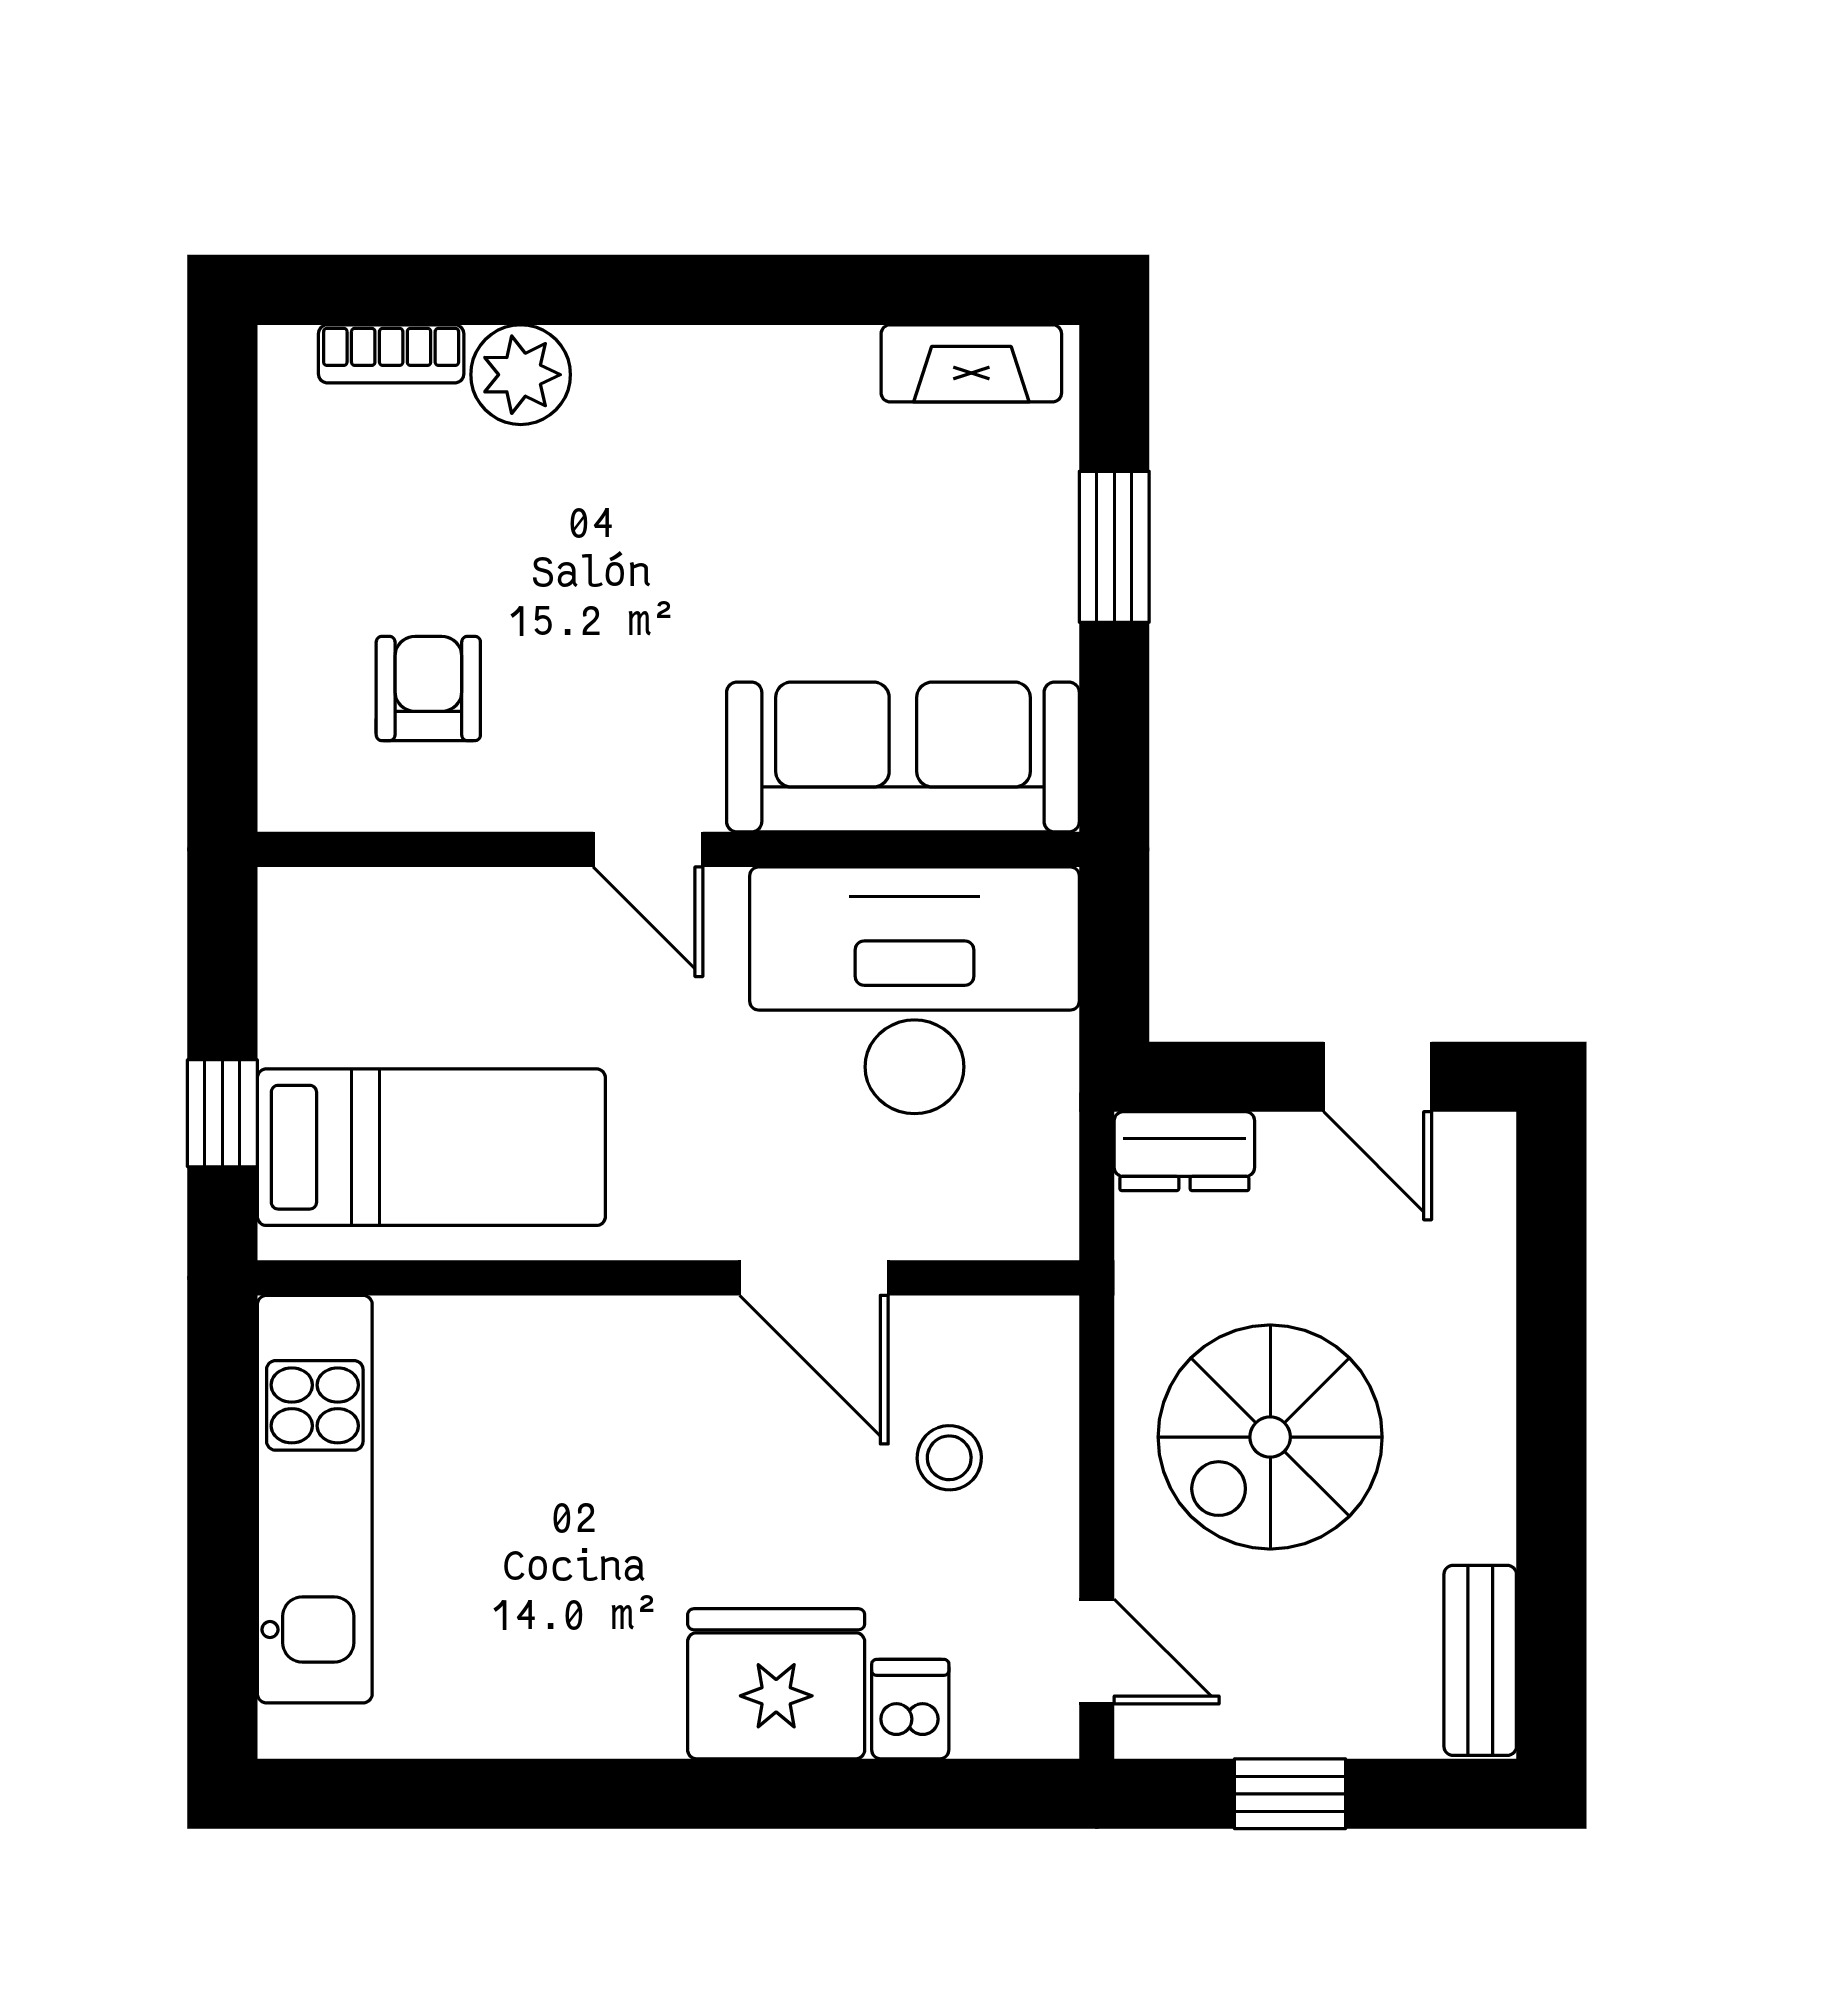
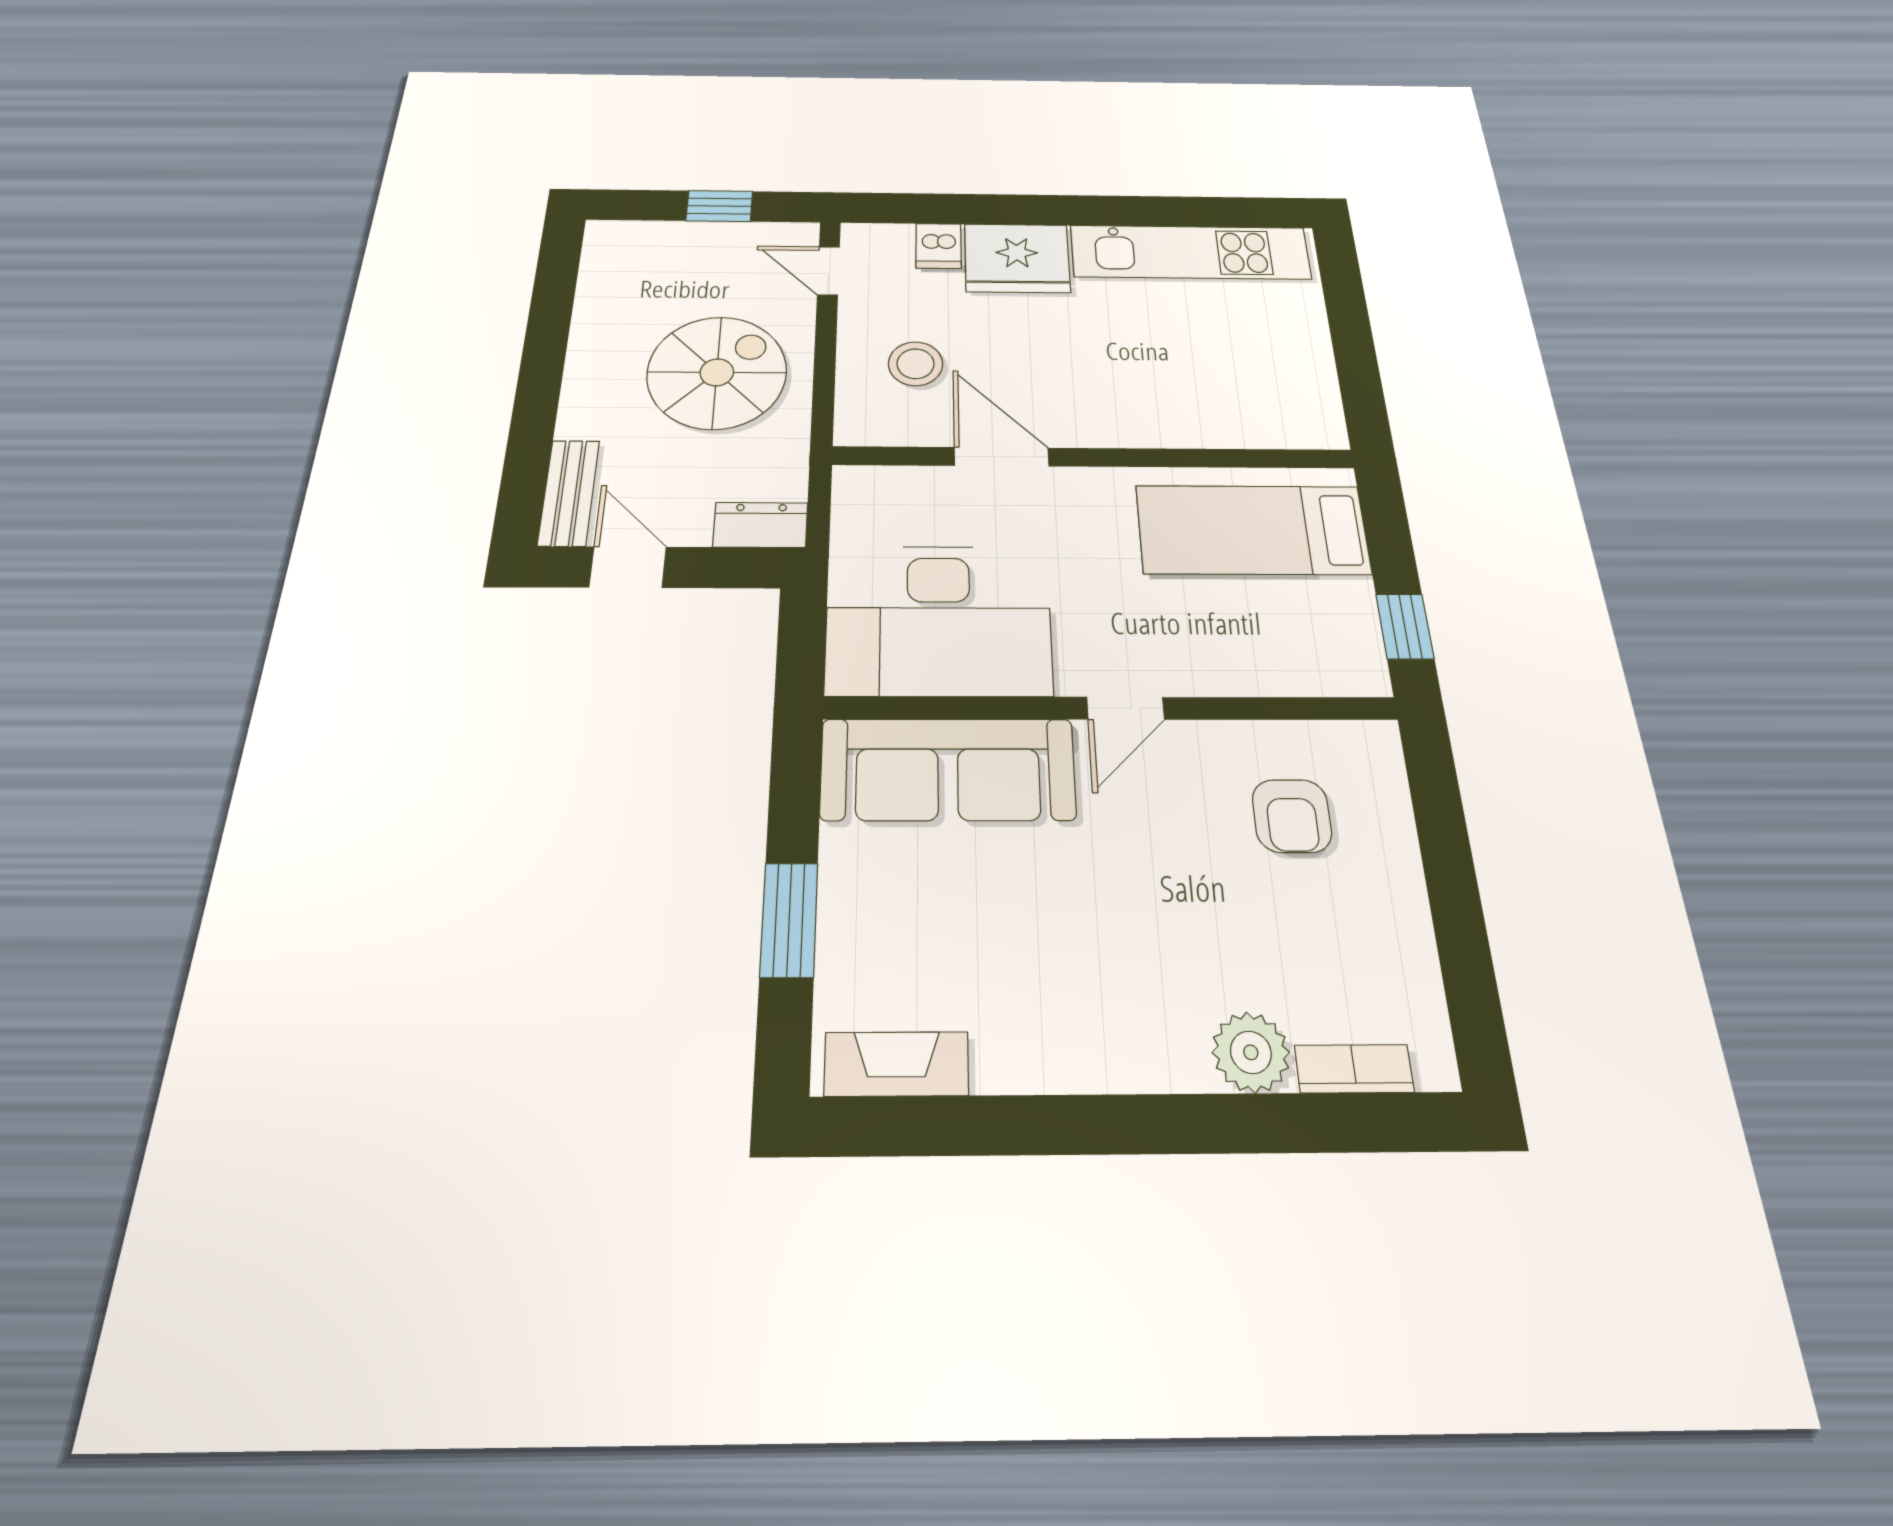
door: (648, 849) -> (1125, 708), swing flipped
window: (222, 1113) -> (1405, 626), moved
stool: (949, 1458) -> (916, 364), width x1.37, depth x1.37
kitchen unit: (315, 1499) -> (1190, 252), moved, turned -90
bench: (1480, 1660) -> (569, 493), moved

